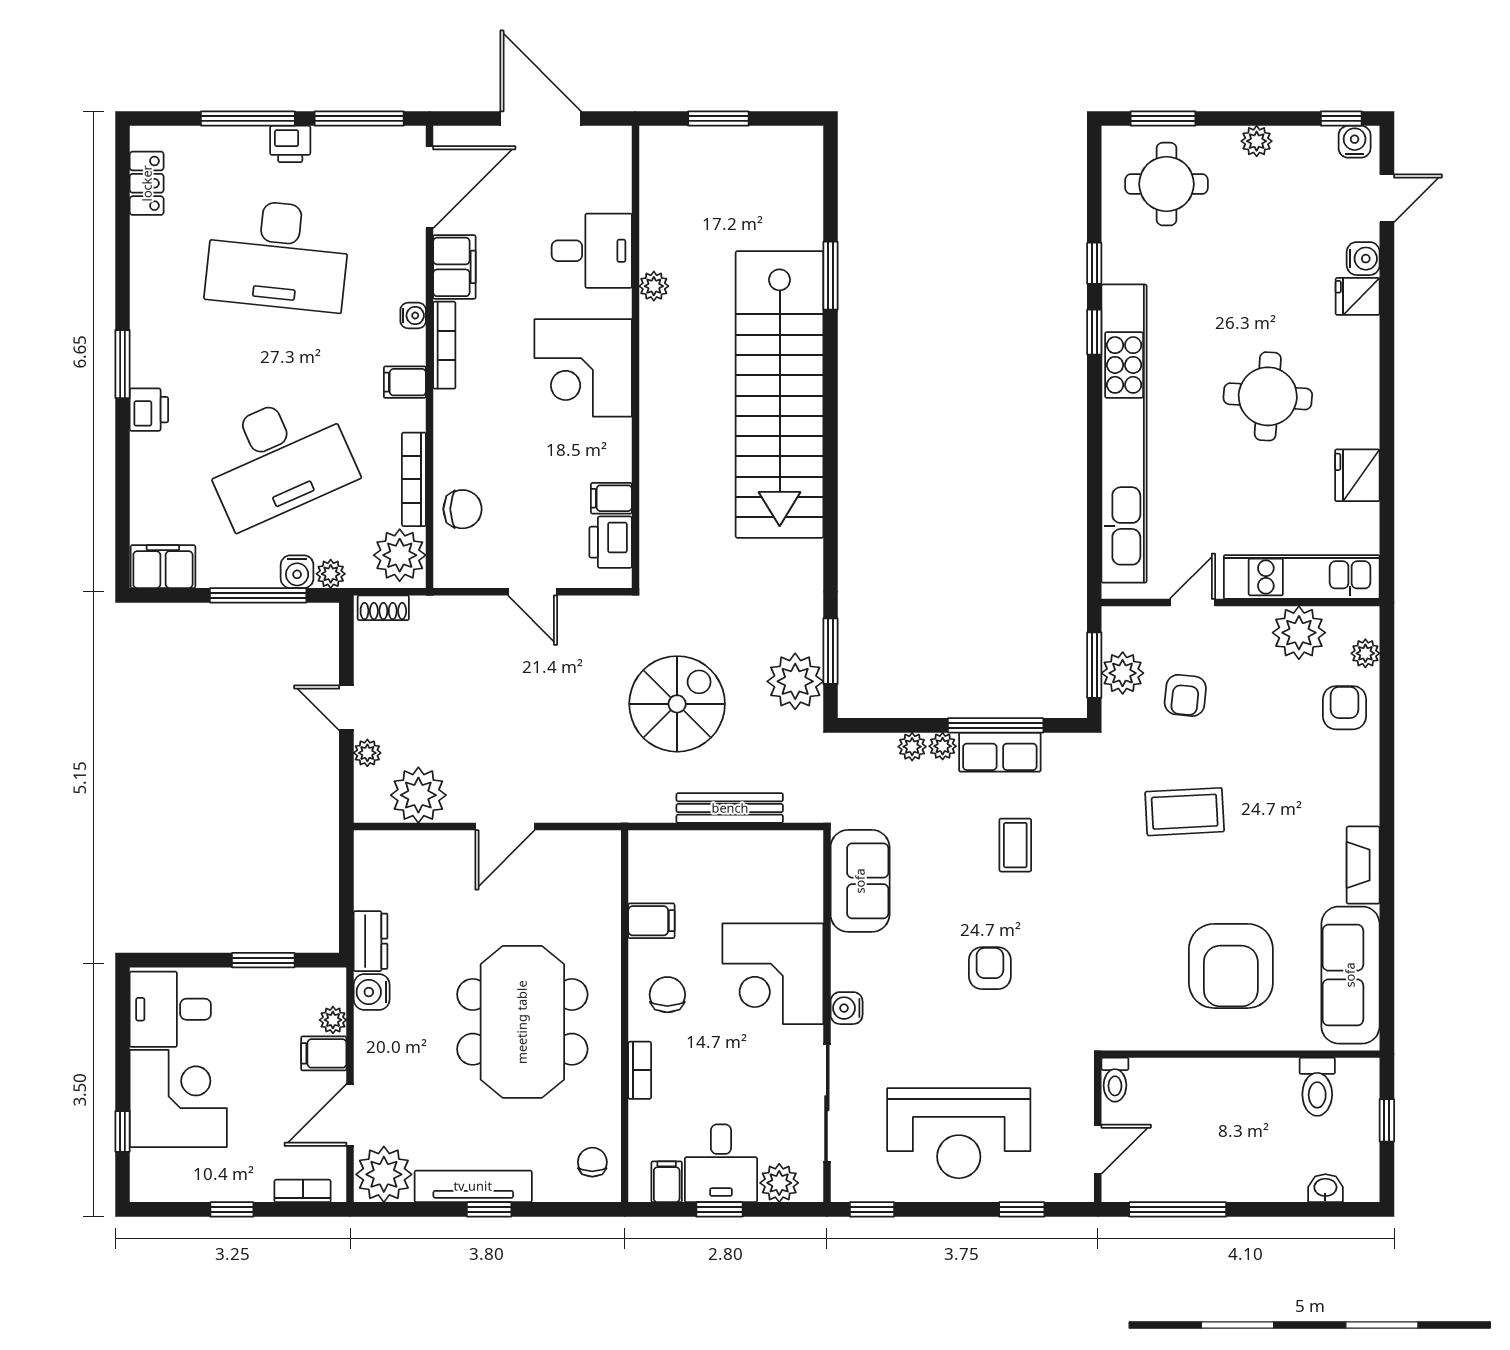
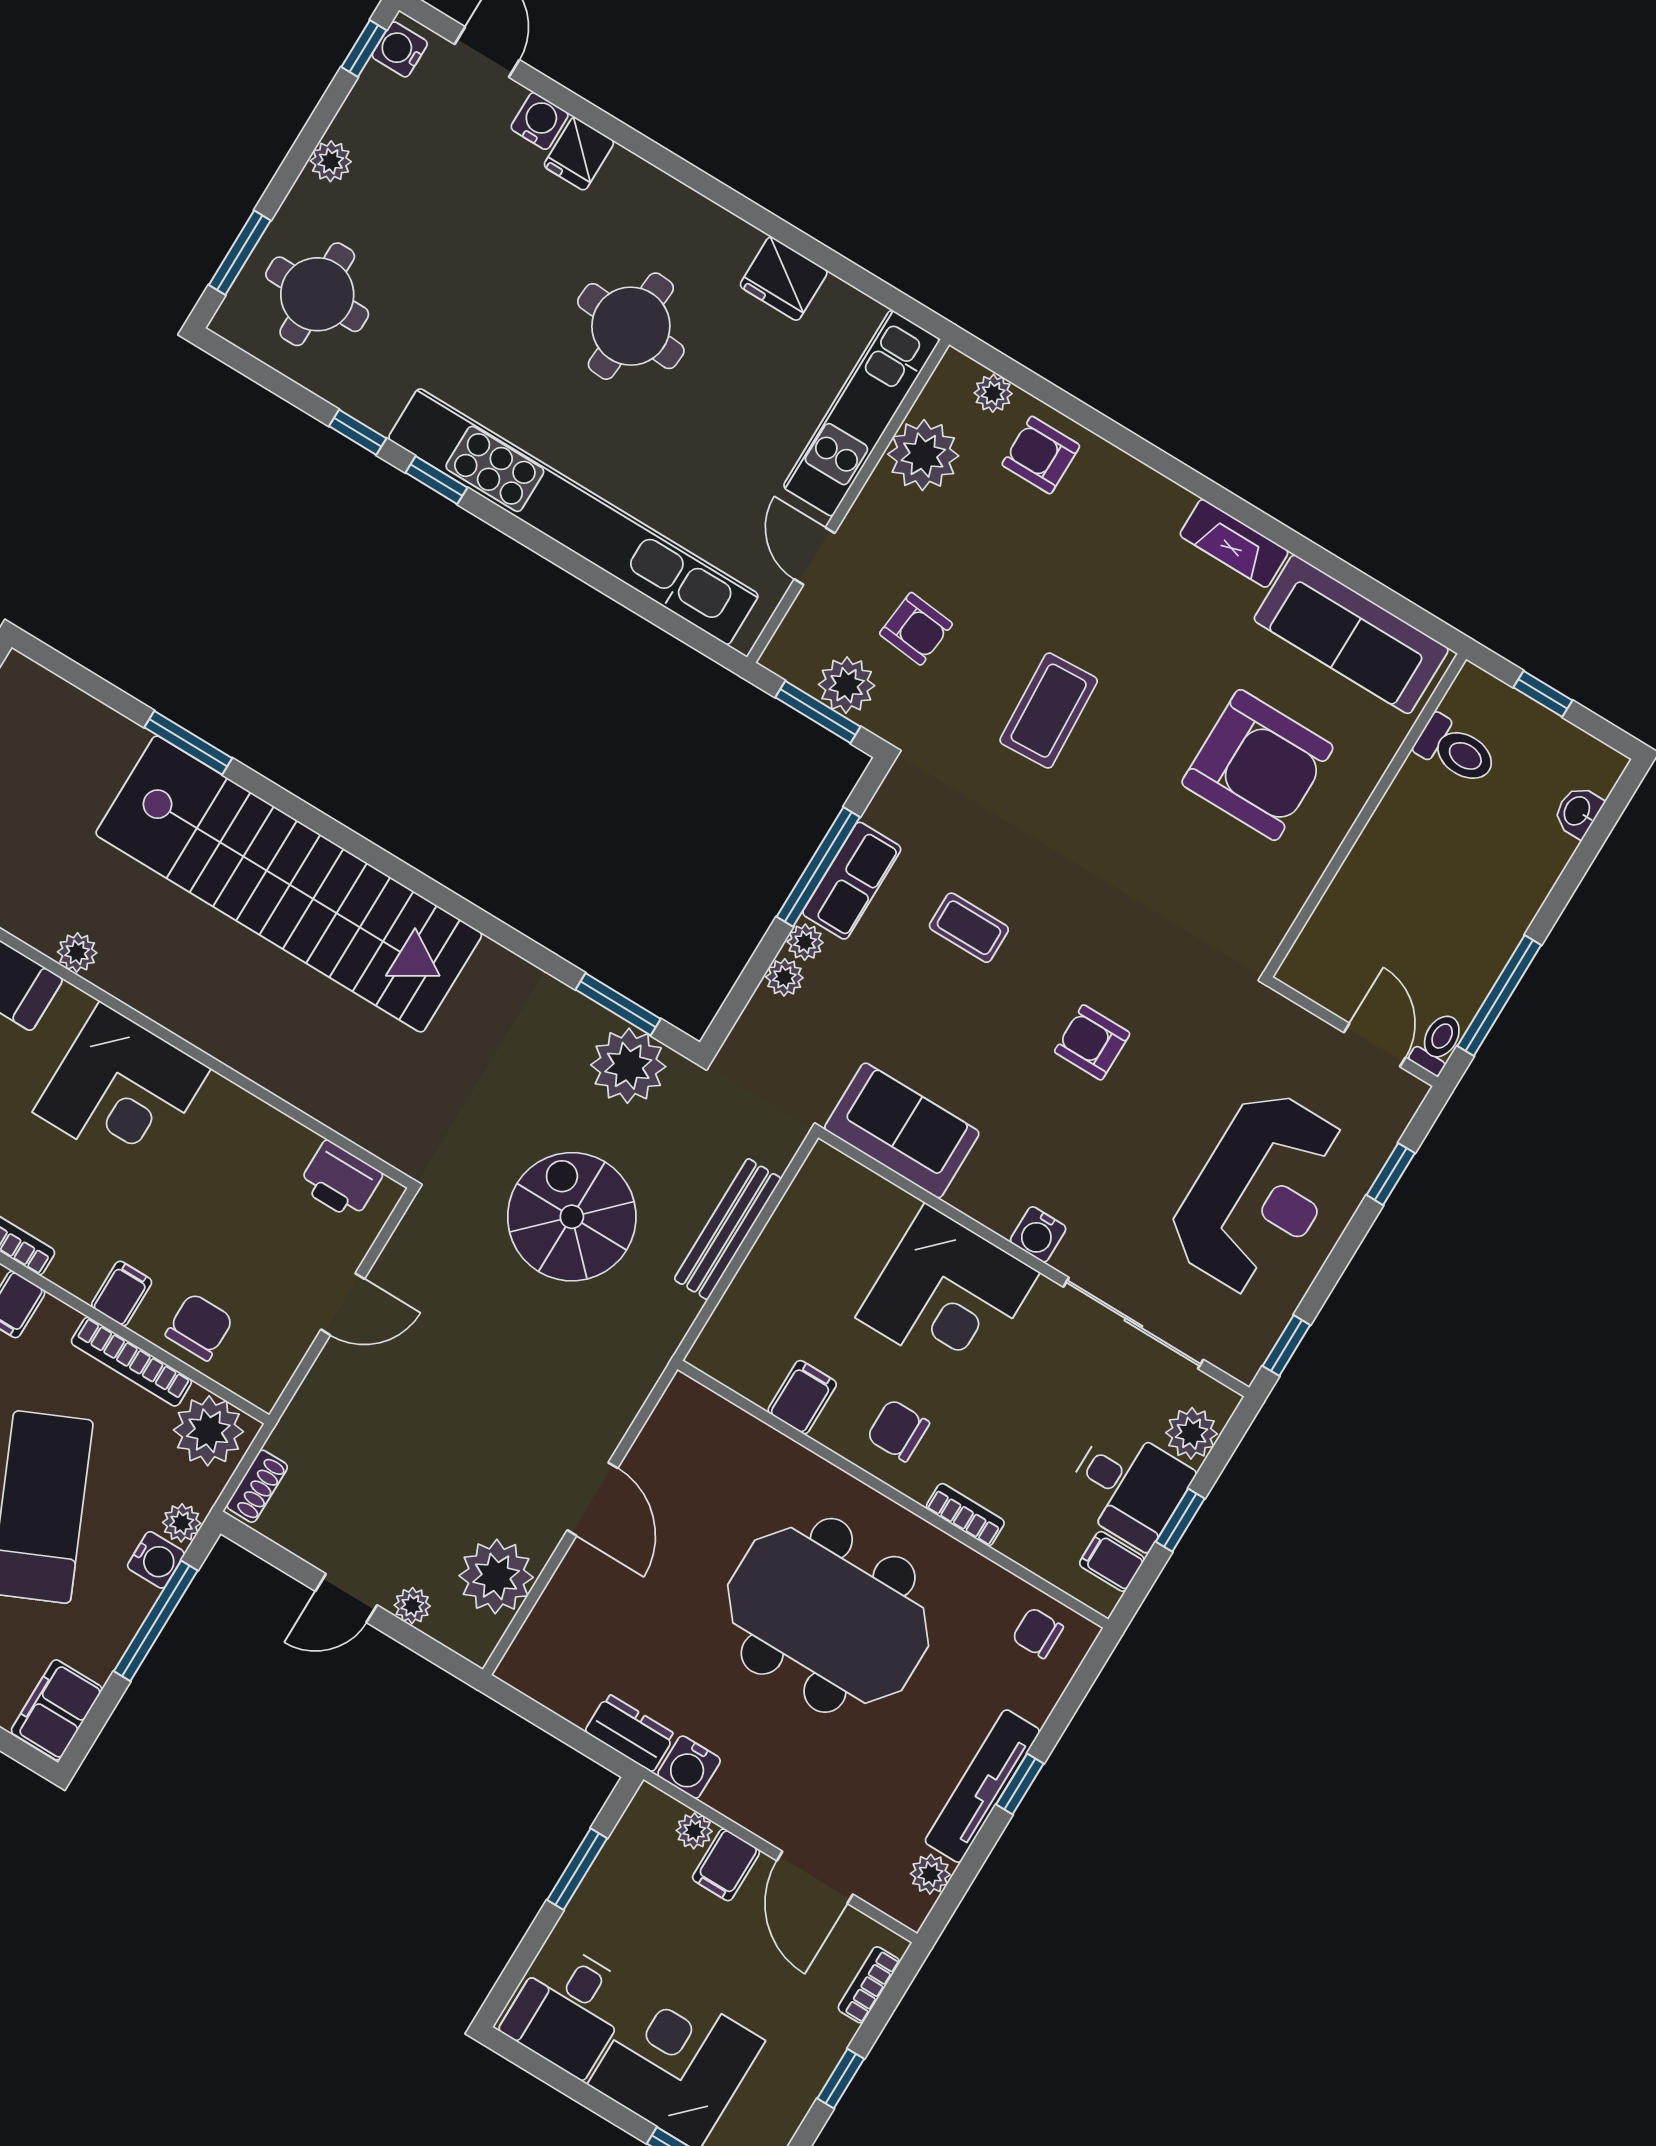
filing cabinet: (611, 498) -> (122, 1293), moved, turned 180
toilet: (1115, 1080) -> (1438, 1043), moved, turned -90
plant: (384, 1174) -> (930, 1874), width x0.53, depth x0.53

